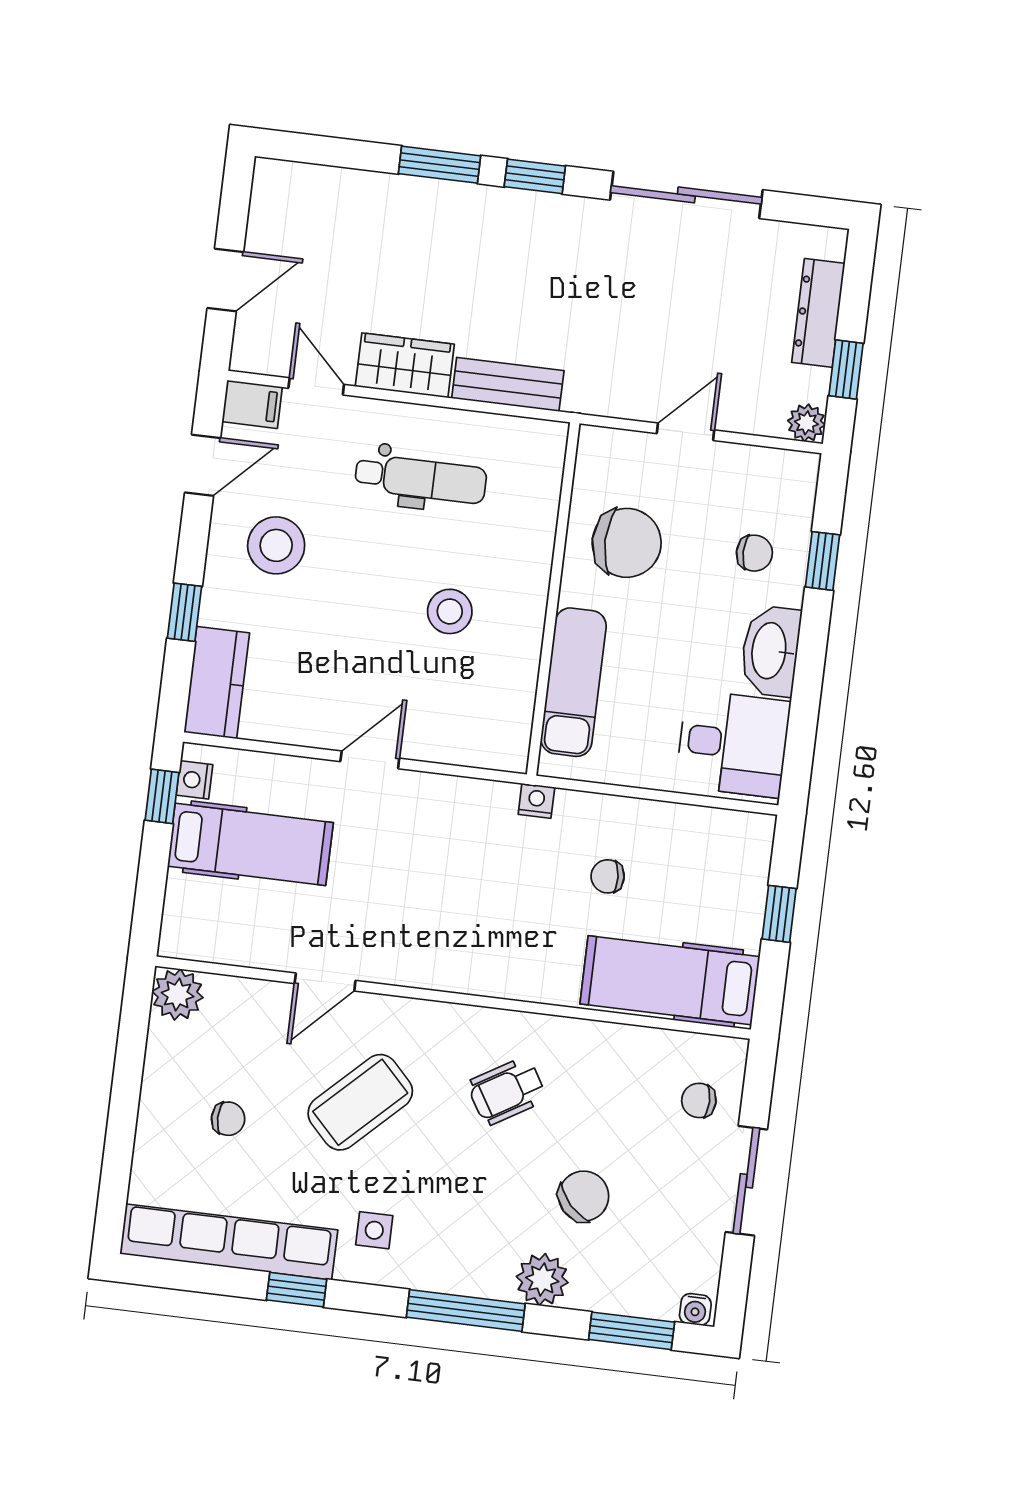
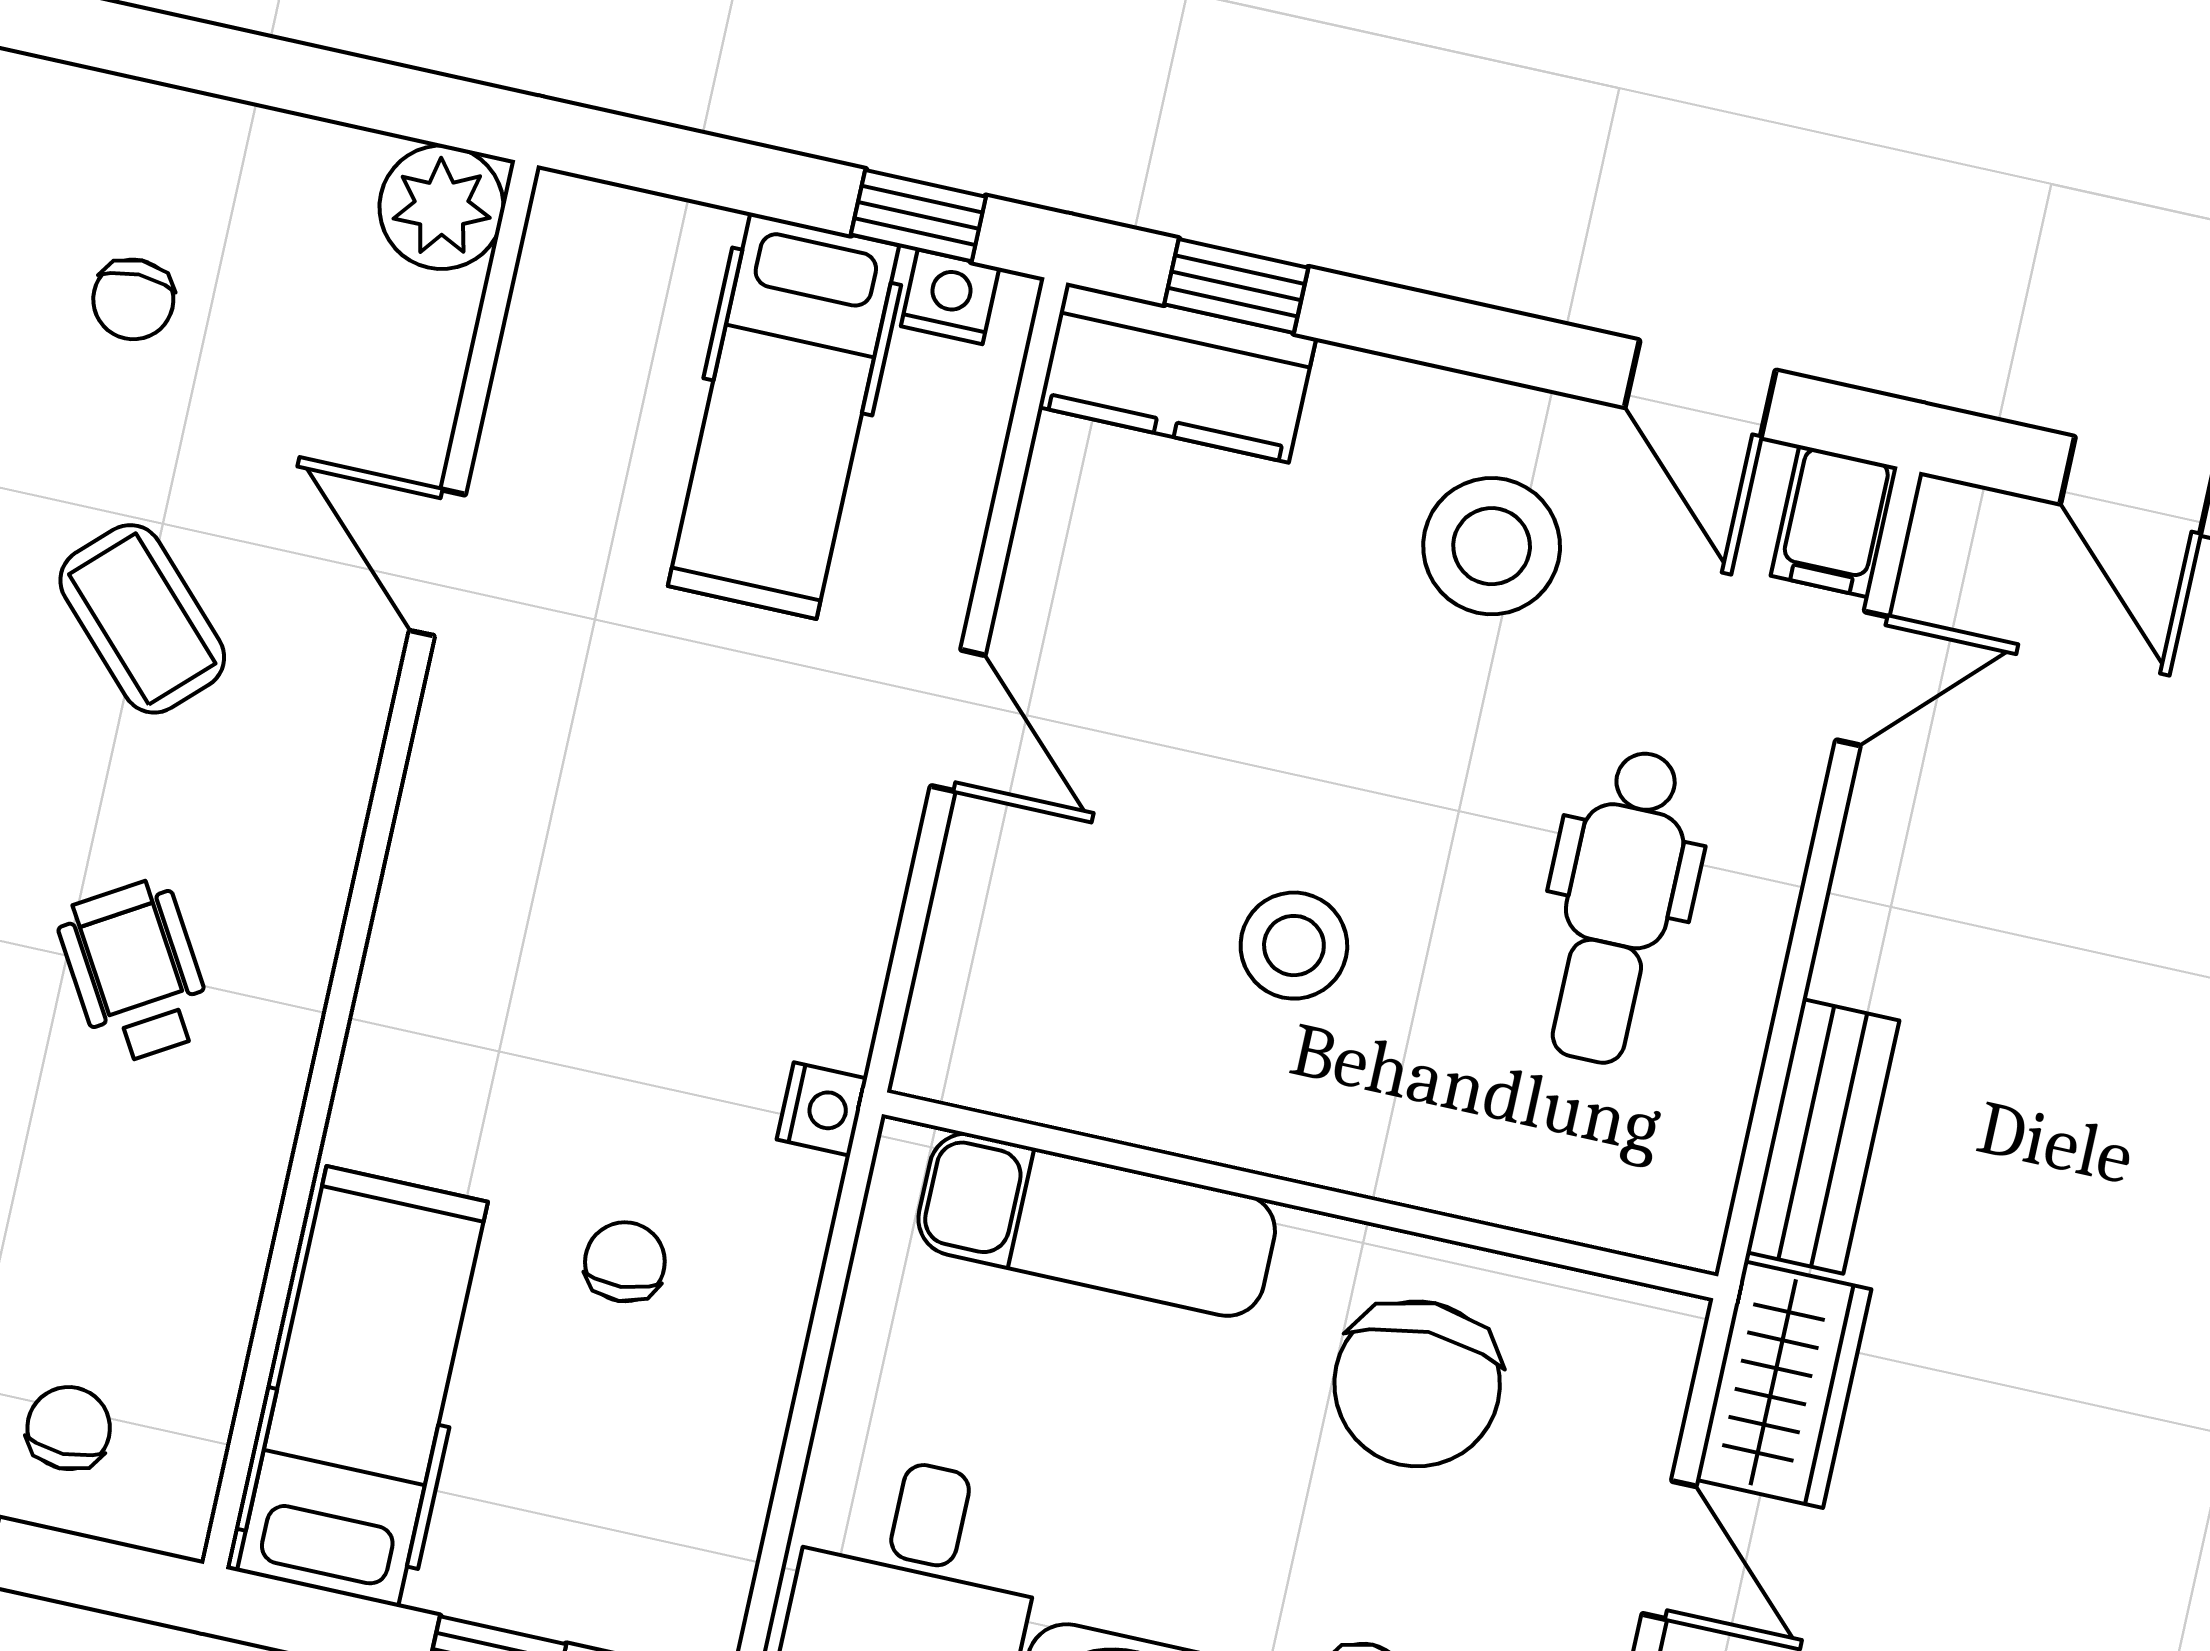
wardrobe: (405, 365) -> (1784, 1385), moved
window: (185, 612) -> (1236, 286), moved
coffee table: (360, 1102) -> (142, 619), width x0.73, depth x0.77

